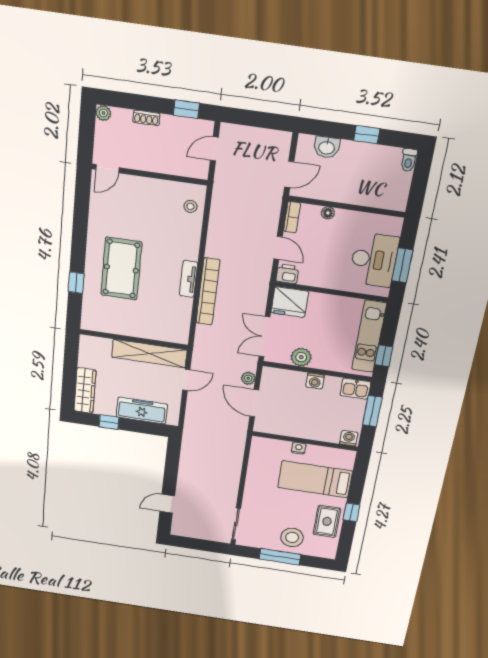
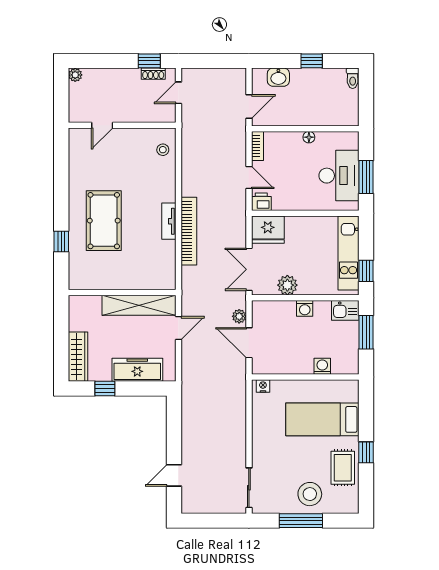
shoe rack: (146, 118) -> (153, 74), moved
door: (107, 169) -> (102, 125), moved
floor lamp: (328, 213) -> (309, 137), moved
washing machine: (349, 438) -> (322, 366), moved
nightstand: (299, 448) -> (263, 386), moved

